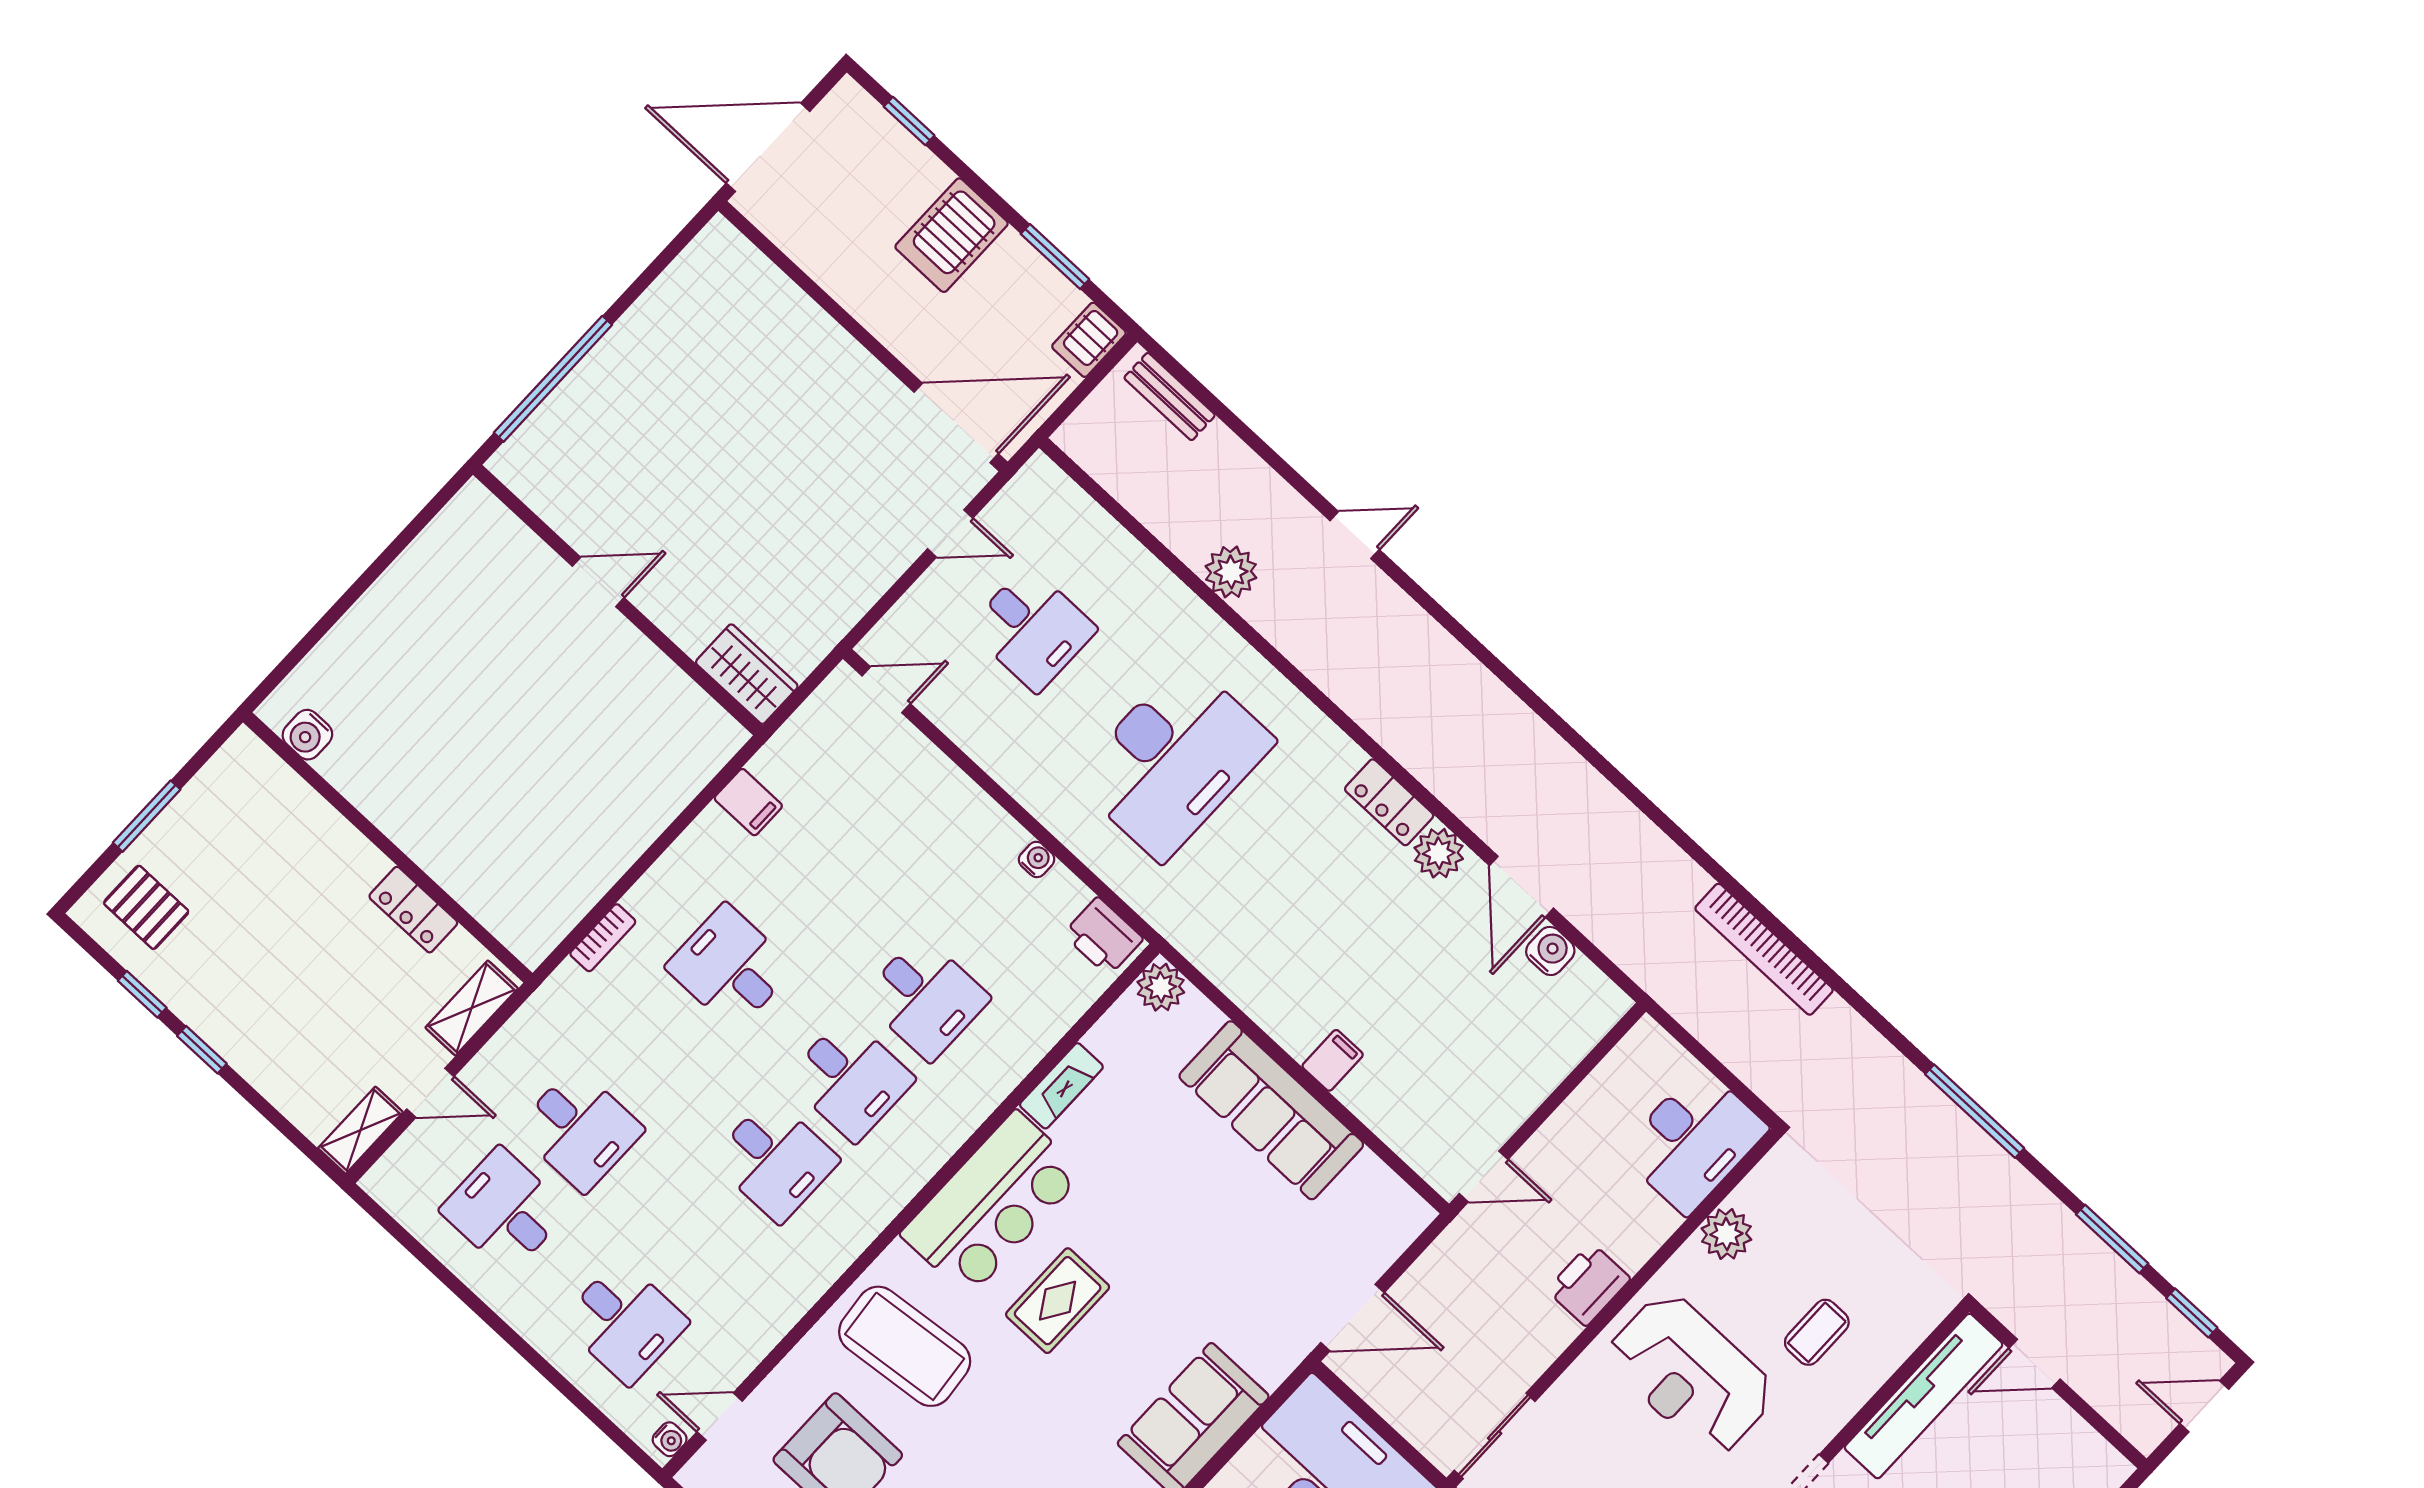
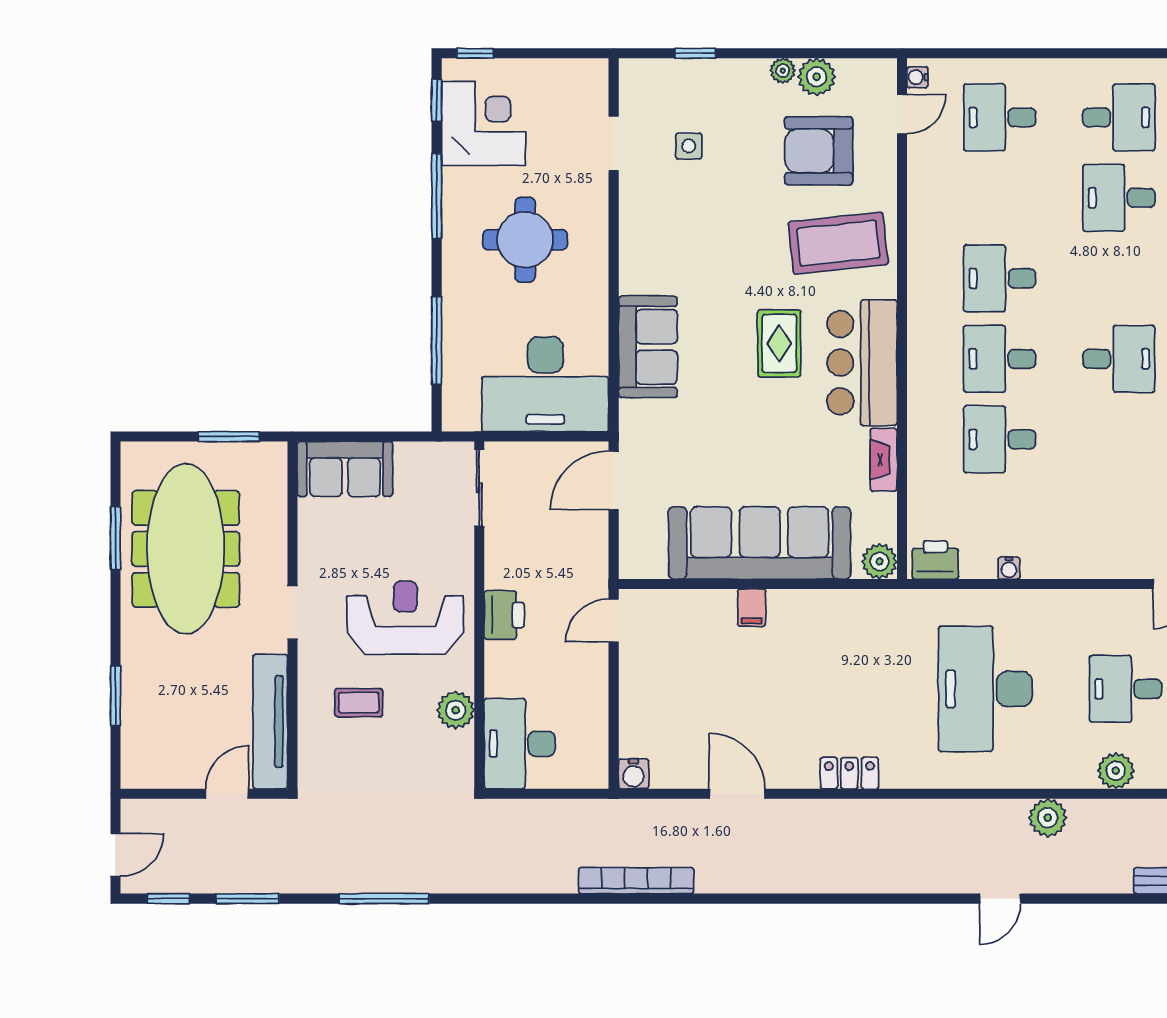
plant: (1439, 853) -> (1116, 771), moved
bookcase: (1764, 949) -> (636, 881), moved
water cooler: (1550, 951) -> (634, 774), moved
sofa: (1271, 1110) -> (760, 543), width x1.36, depth x1.27
coffee table: (1817, 1332) -> (359, 703), turned 90

